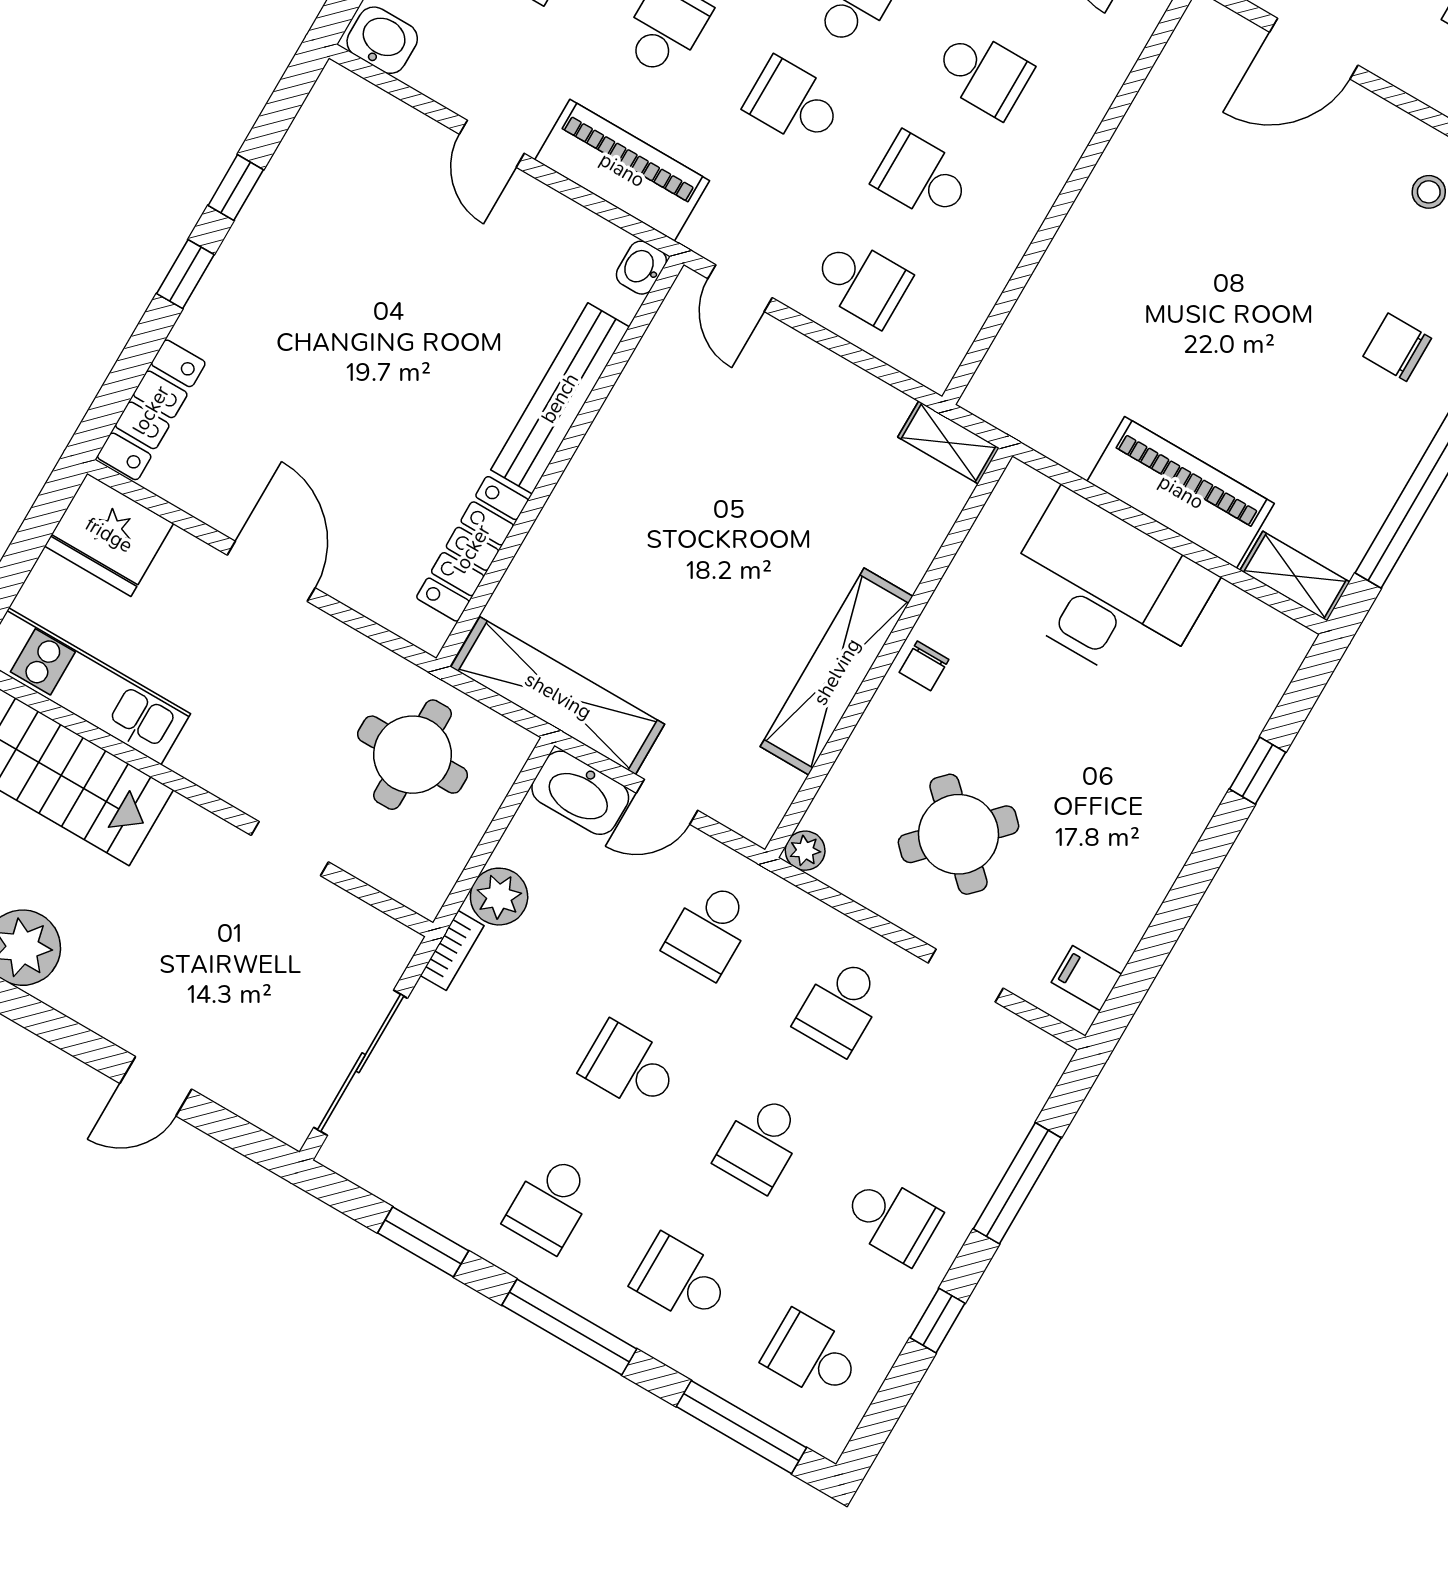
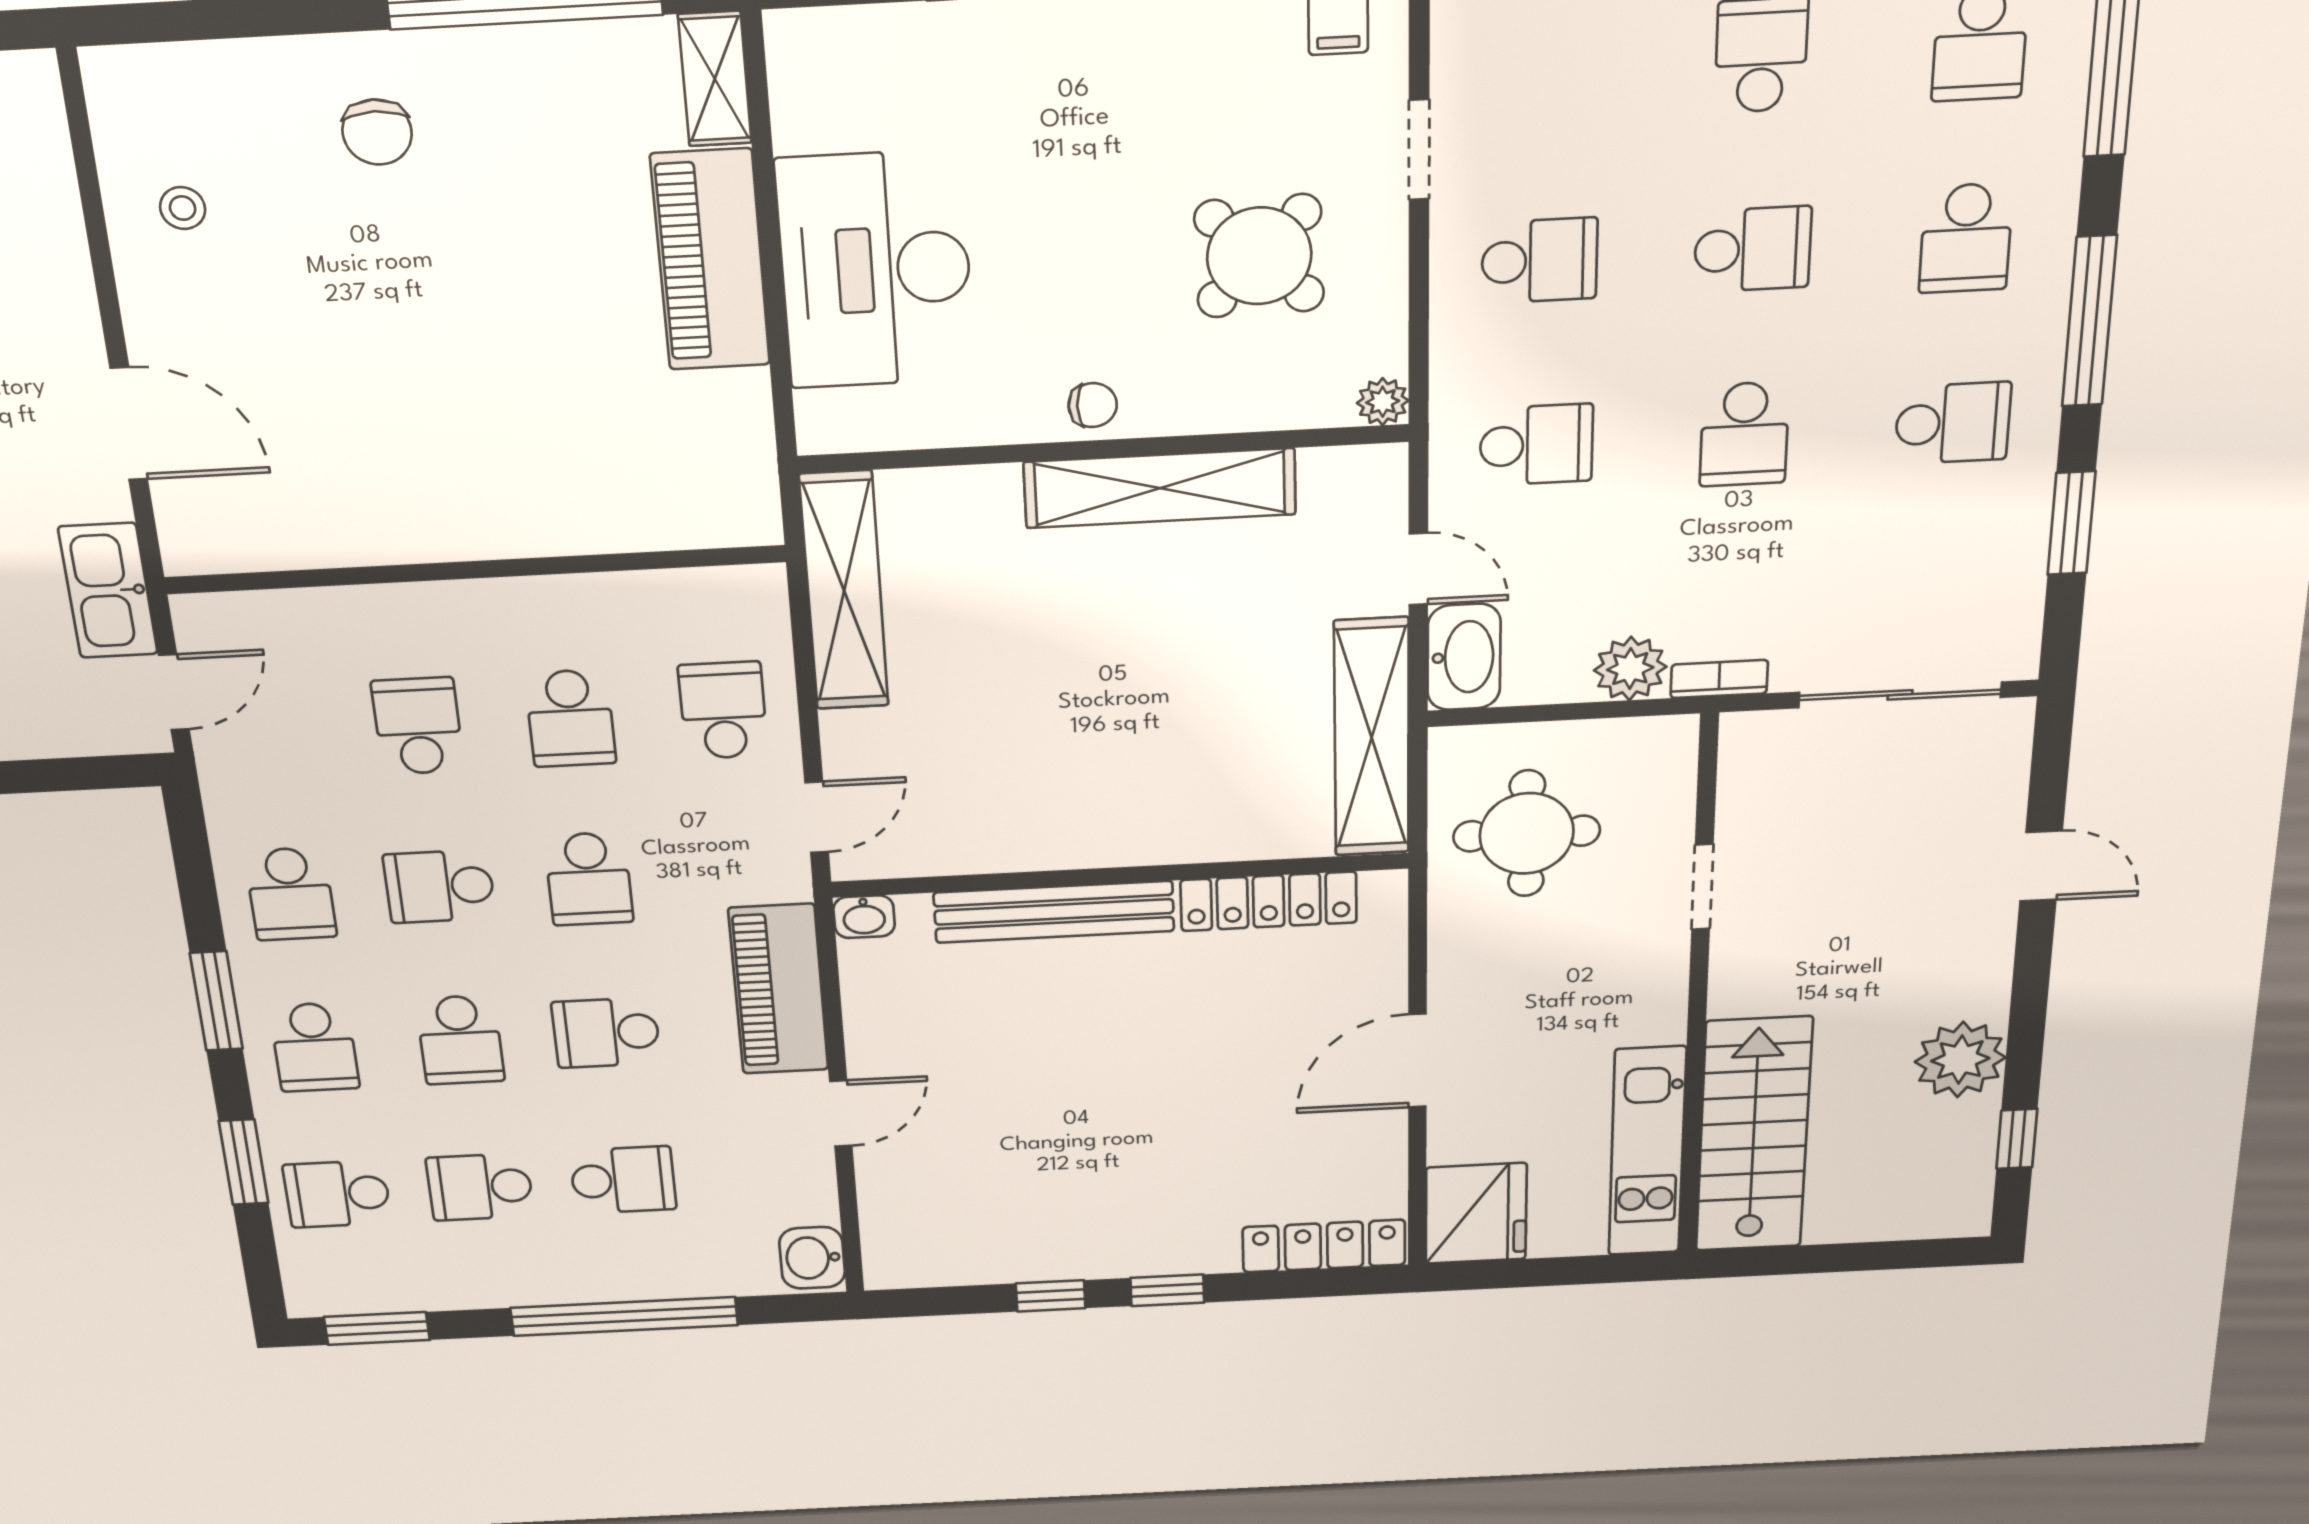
shelving: (949, 442) -> (844, 591), width x2.20, depth x1.33

